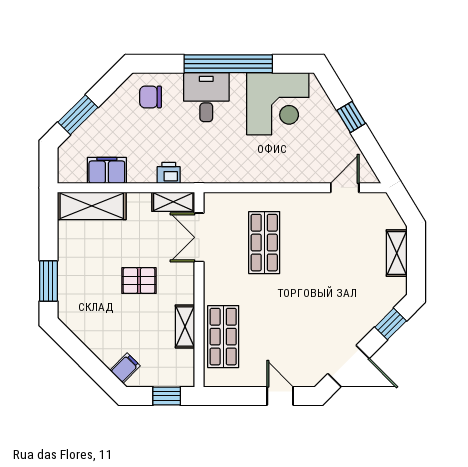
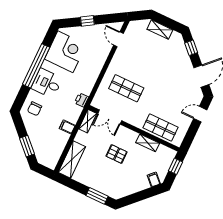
filing cabinet: (107, 170) -> (67, 127), moved, width x0.50
printer: (169, 173) -> (82, 100), moved
pallet: (139, 281) -> (117, 154), turned 90

